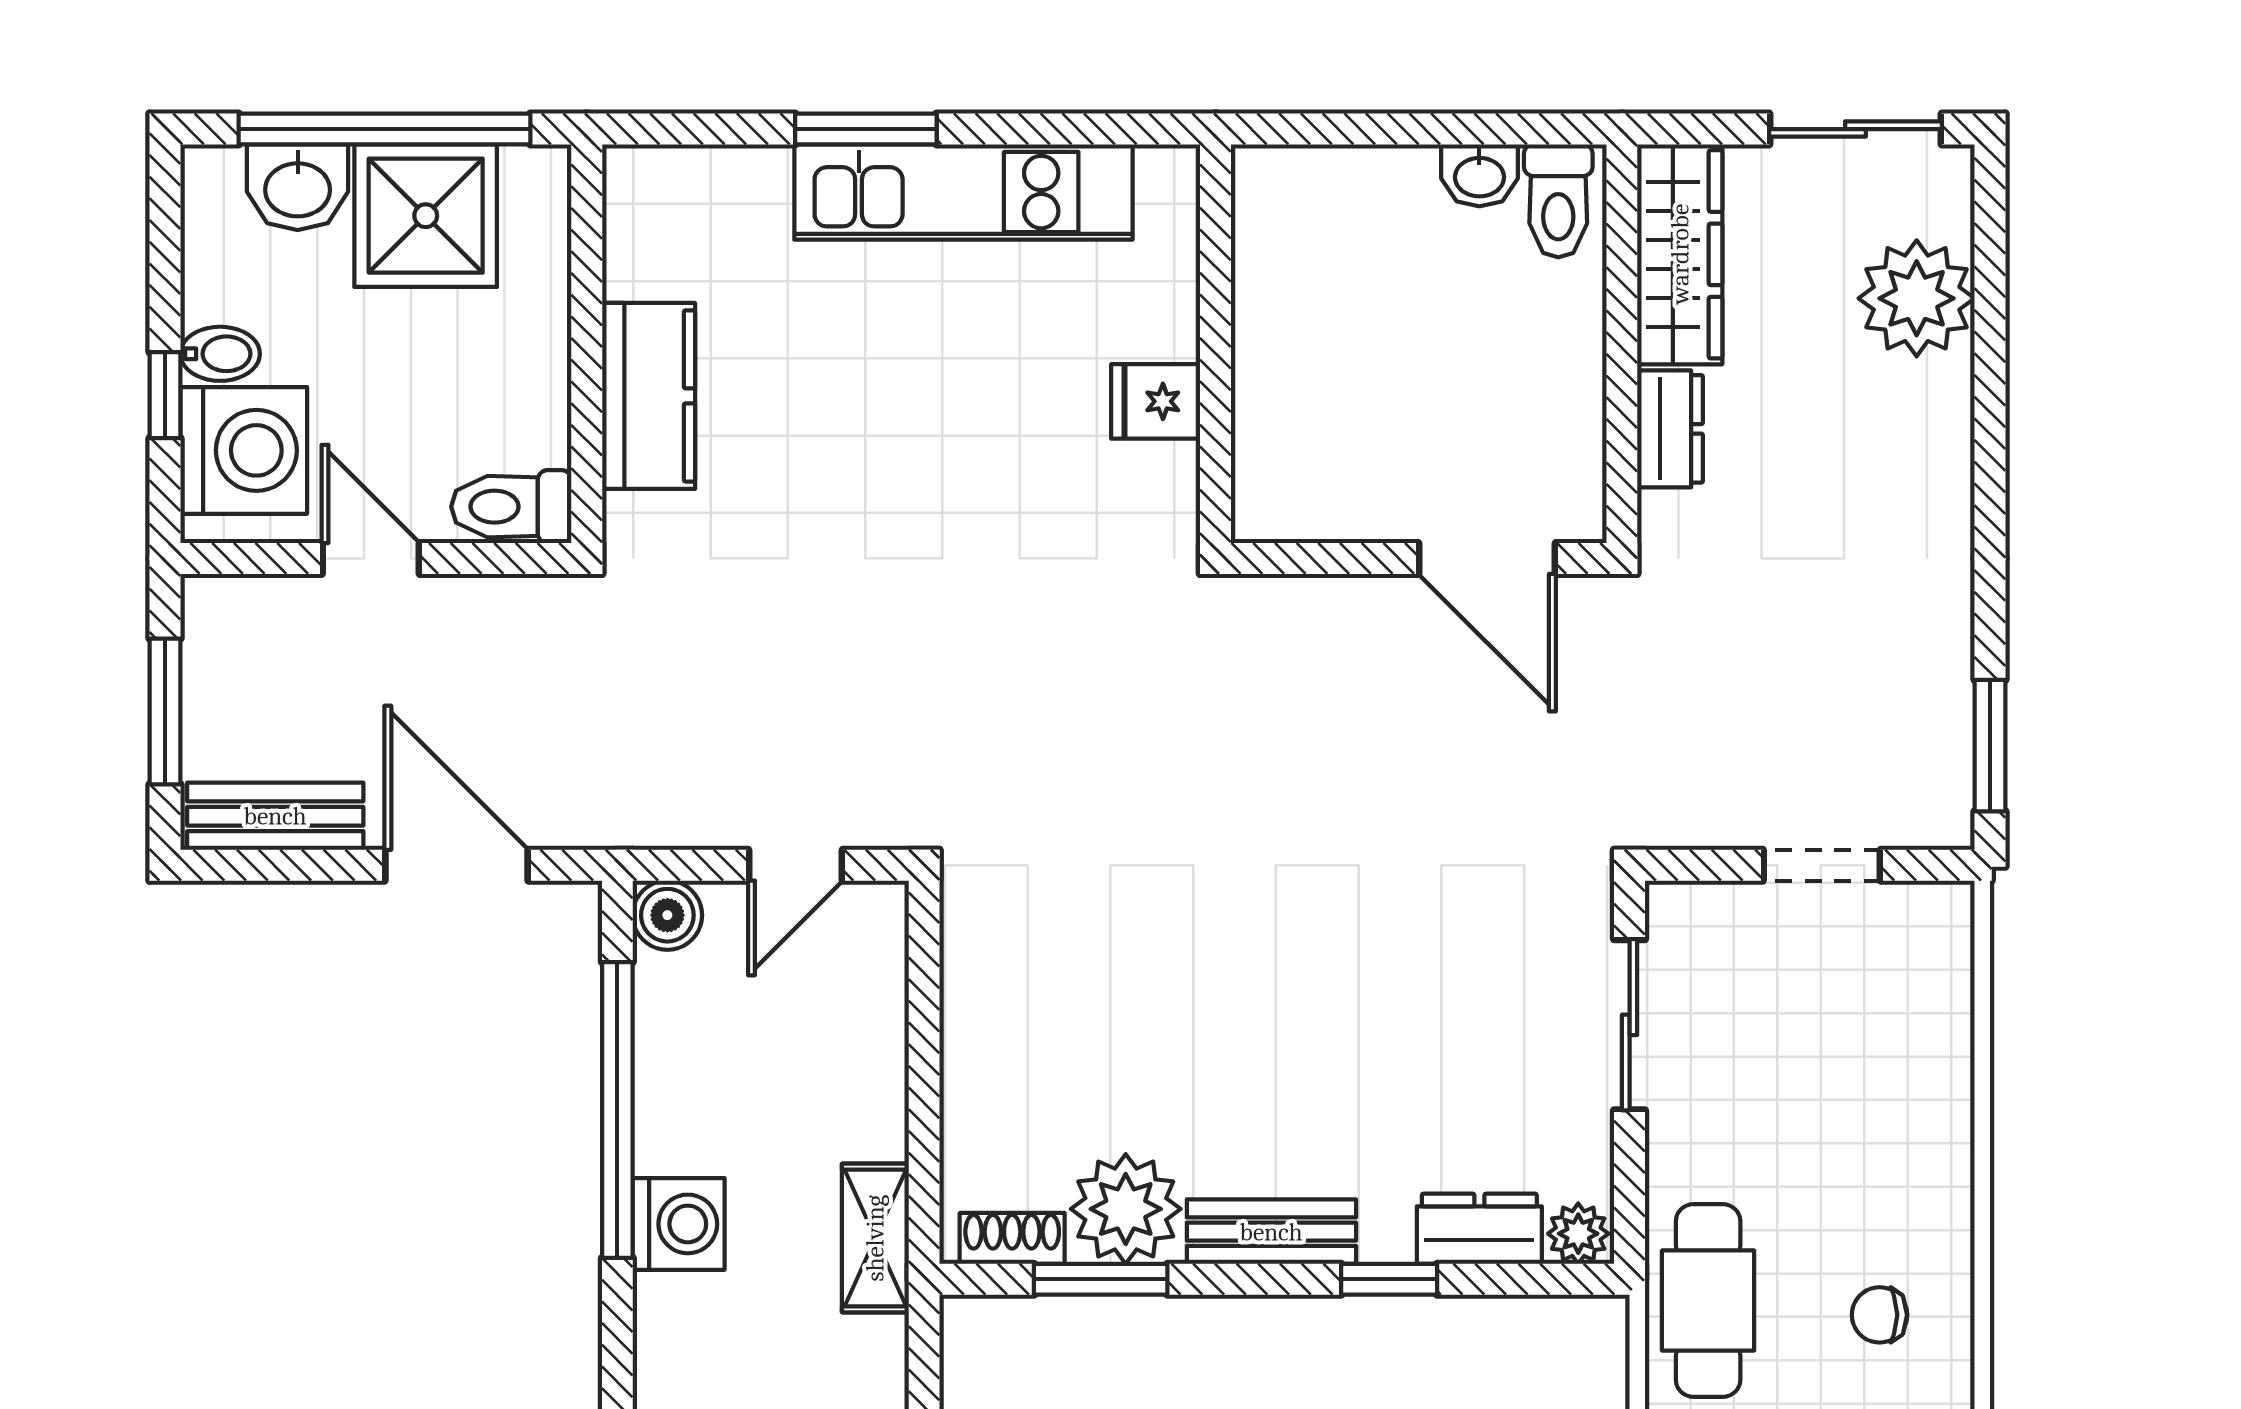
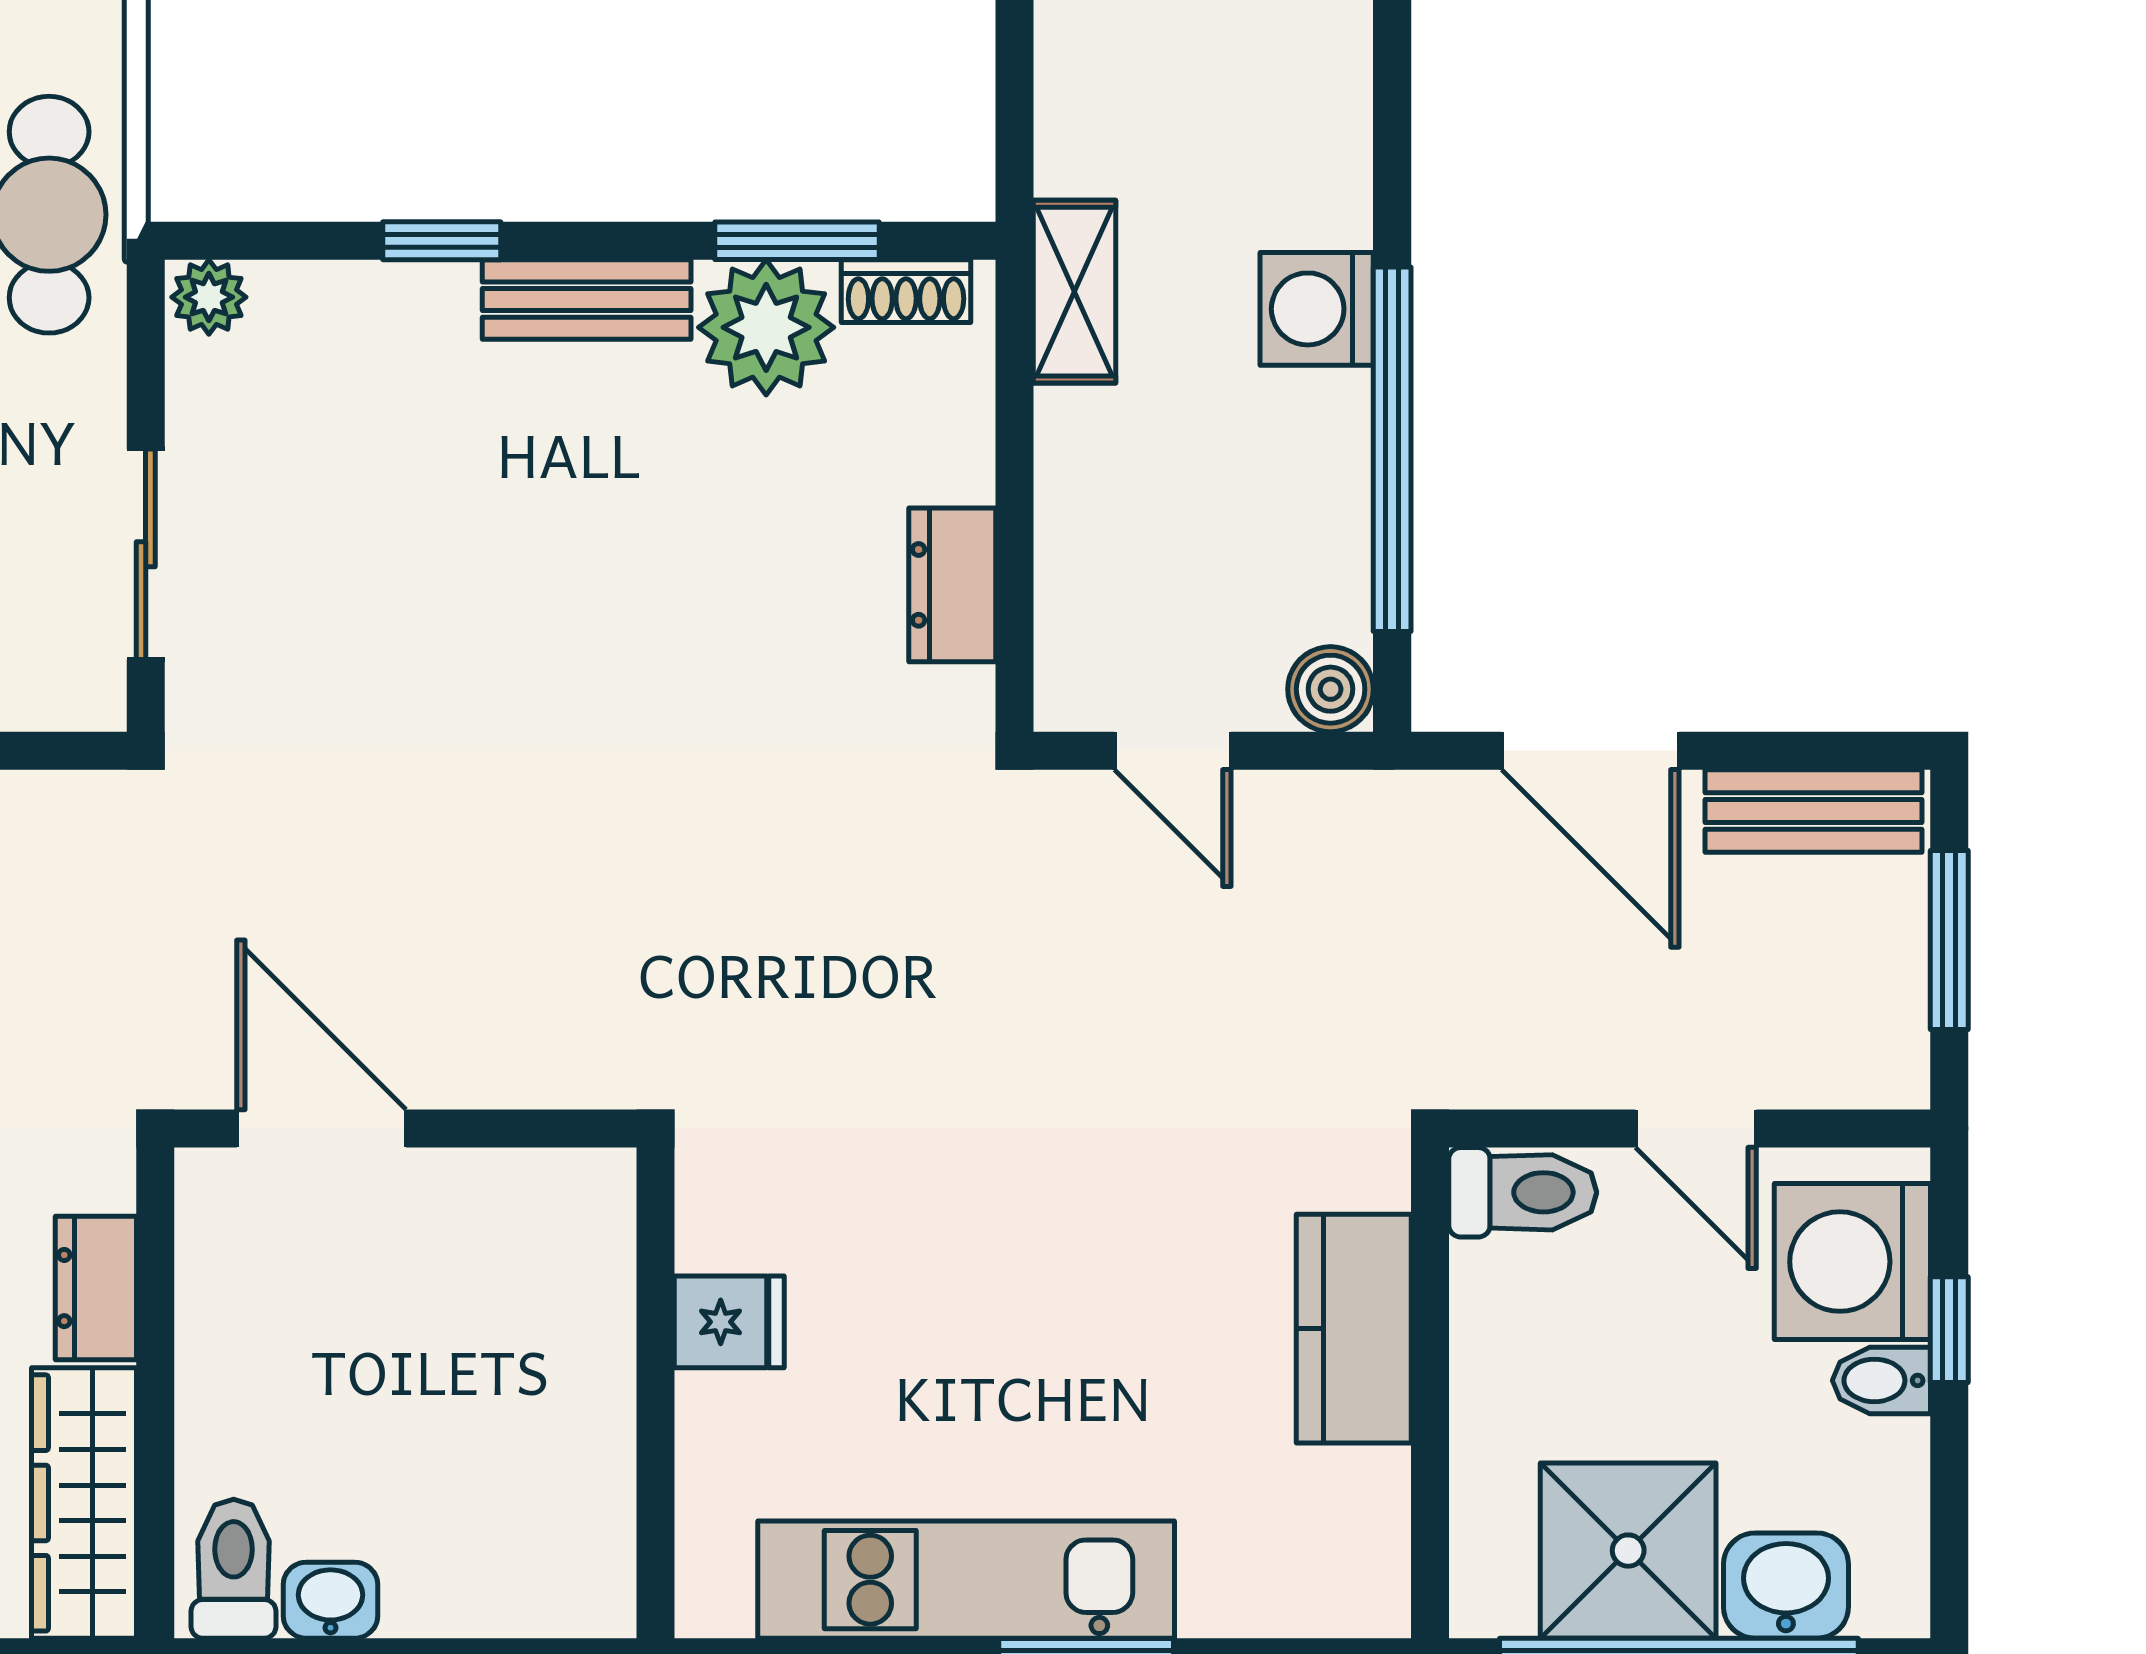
door: (796, 865) -> (1173, 751), swing flipped
dresser: (1479, 1229) -> (952, 585), moved, turned 90

